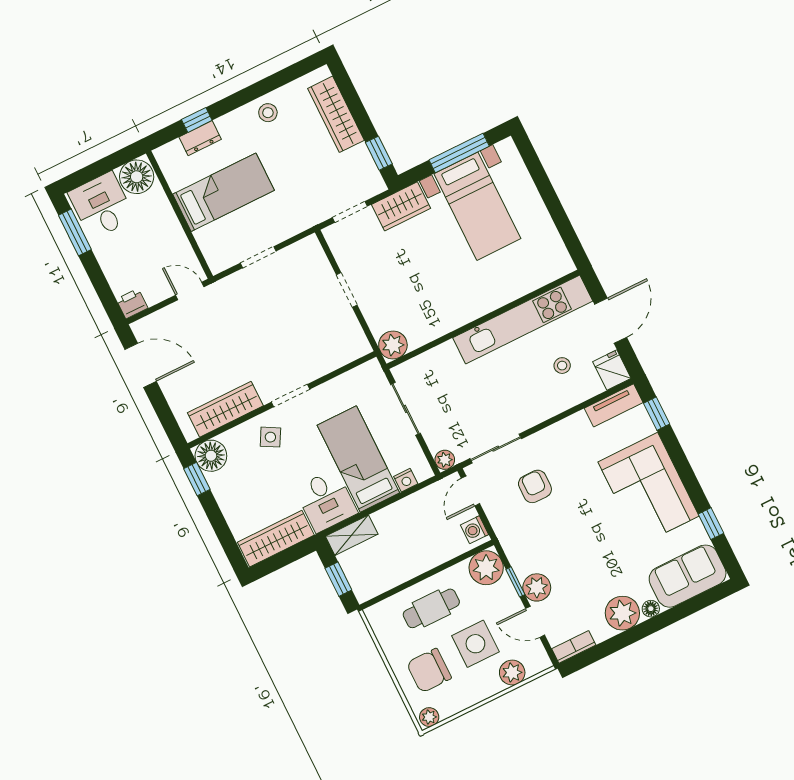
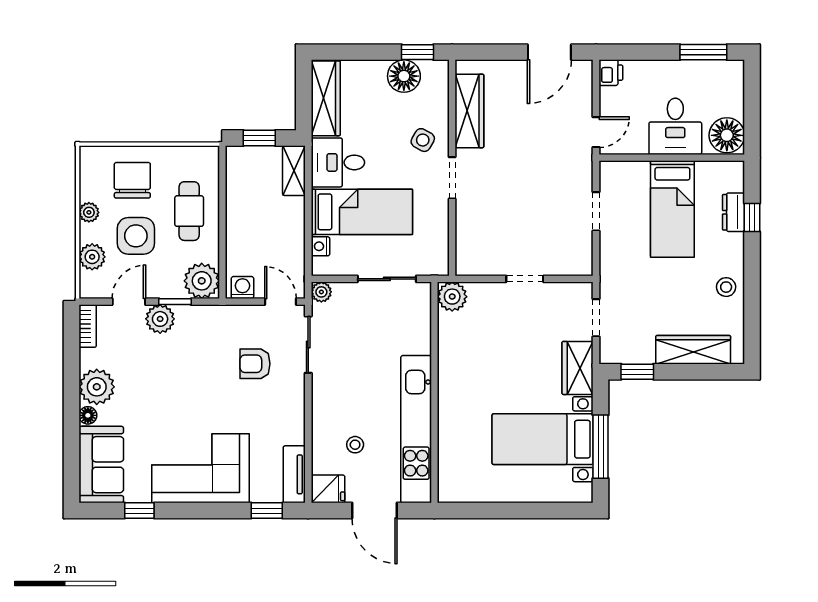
desk: (102, 206) -> (675, 126), moved, turned 90
floor lamp: (211, 456) -> (404, 76), moved
armchair: (535, 486) -> (255, 364), turned 180
plant: (429, 717) -> (89, 212), moved

